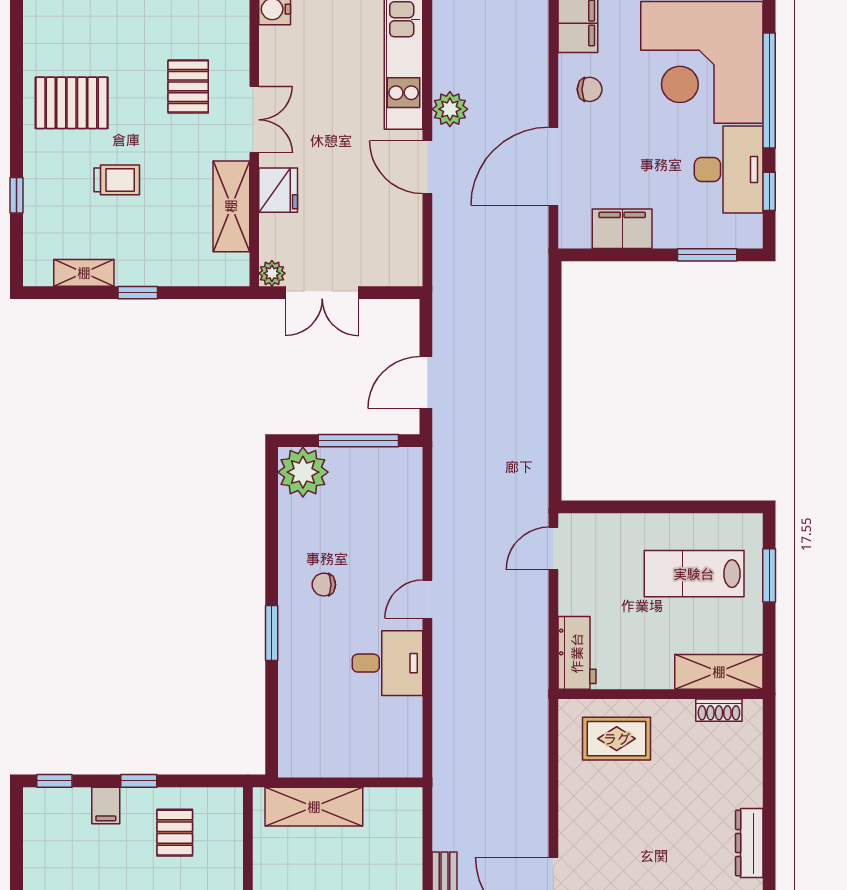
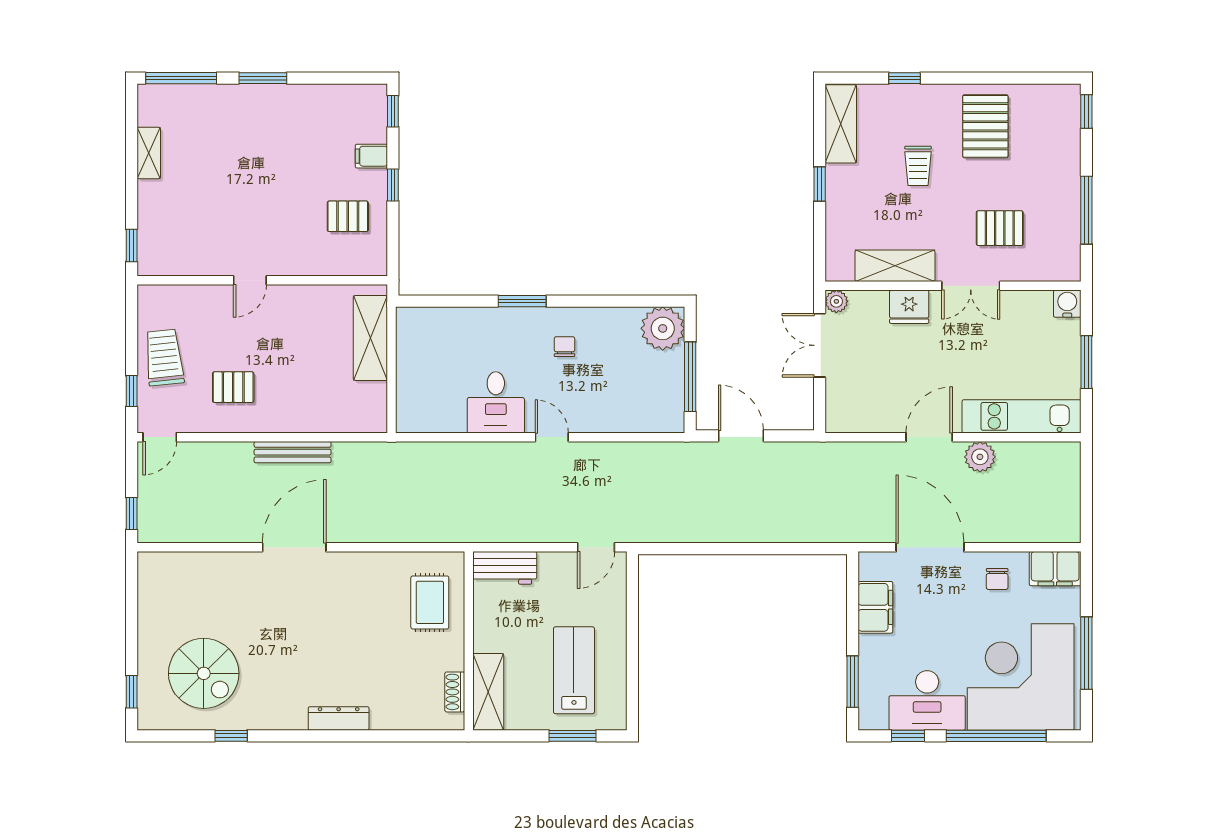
shelving: (84, 273) -> (841, 124), width x1.50, depth x1.33
door: (553, 548) -> (596, 547), swing flipped

